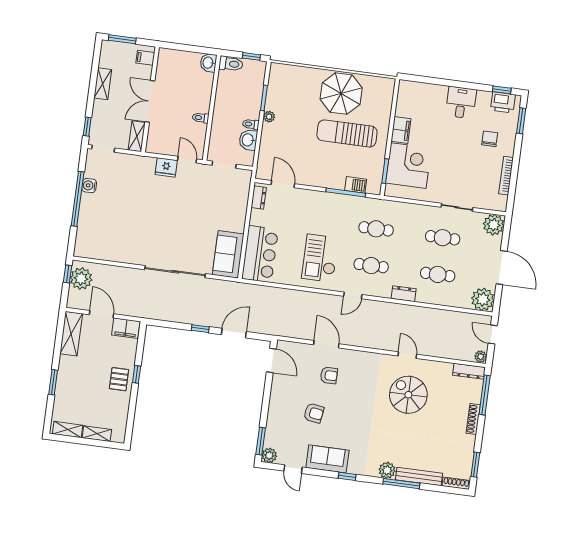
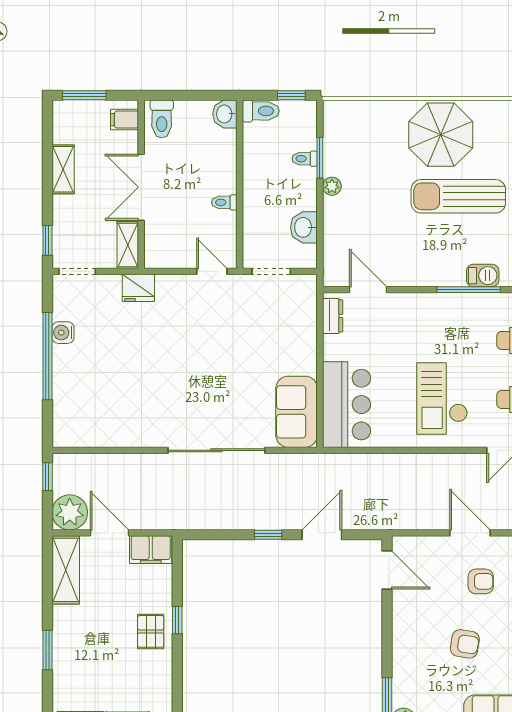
toilet: (169, 60) -> (162, 119), added
toilet: (251, 124) -> (305, 159), moved
fridge: (166, 167) -> (138, 288), moved
plant: (81, 279) -> (70, 512), moved

